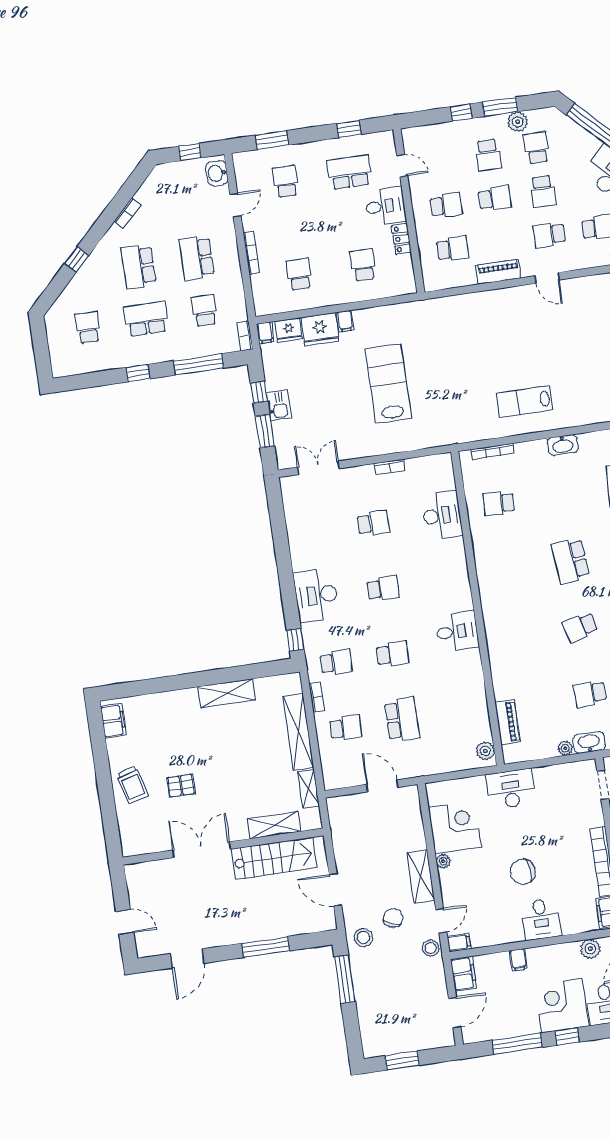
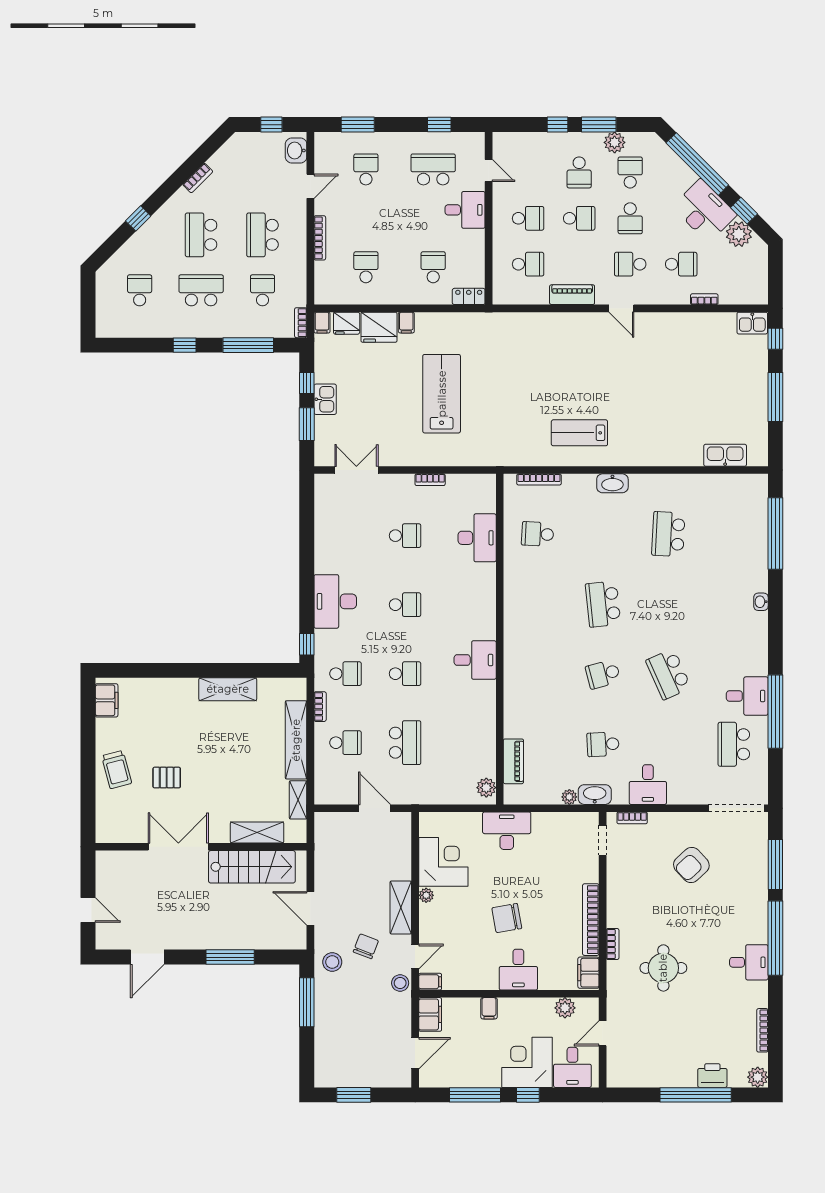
locker: (401, 239) -> (469, 296), moved, turned 90

